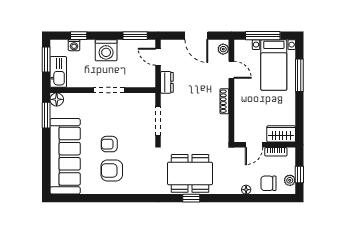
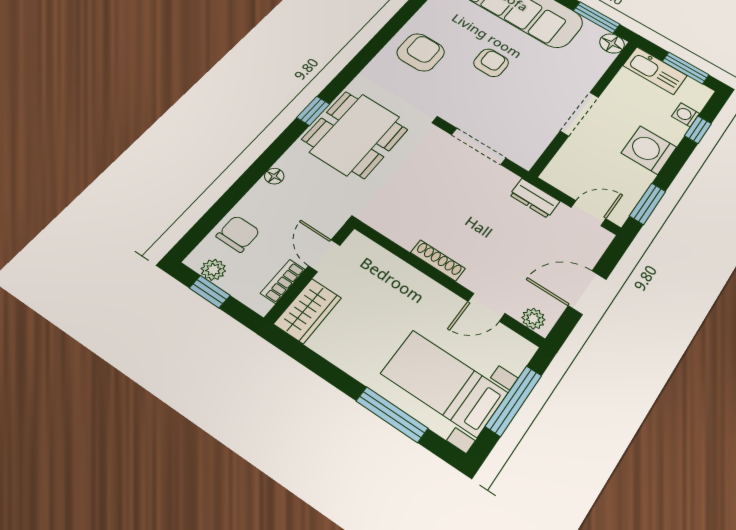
armchair: (112, 170) -> (421, 52), moved
floor lamp: (246, 190) -> (274, 176), moved

